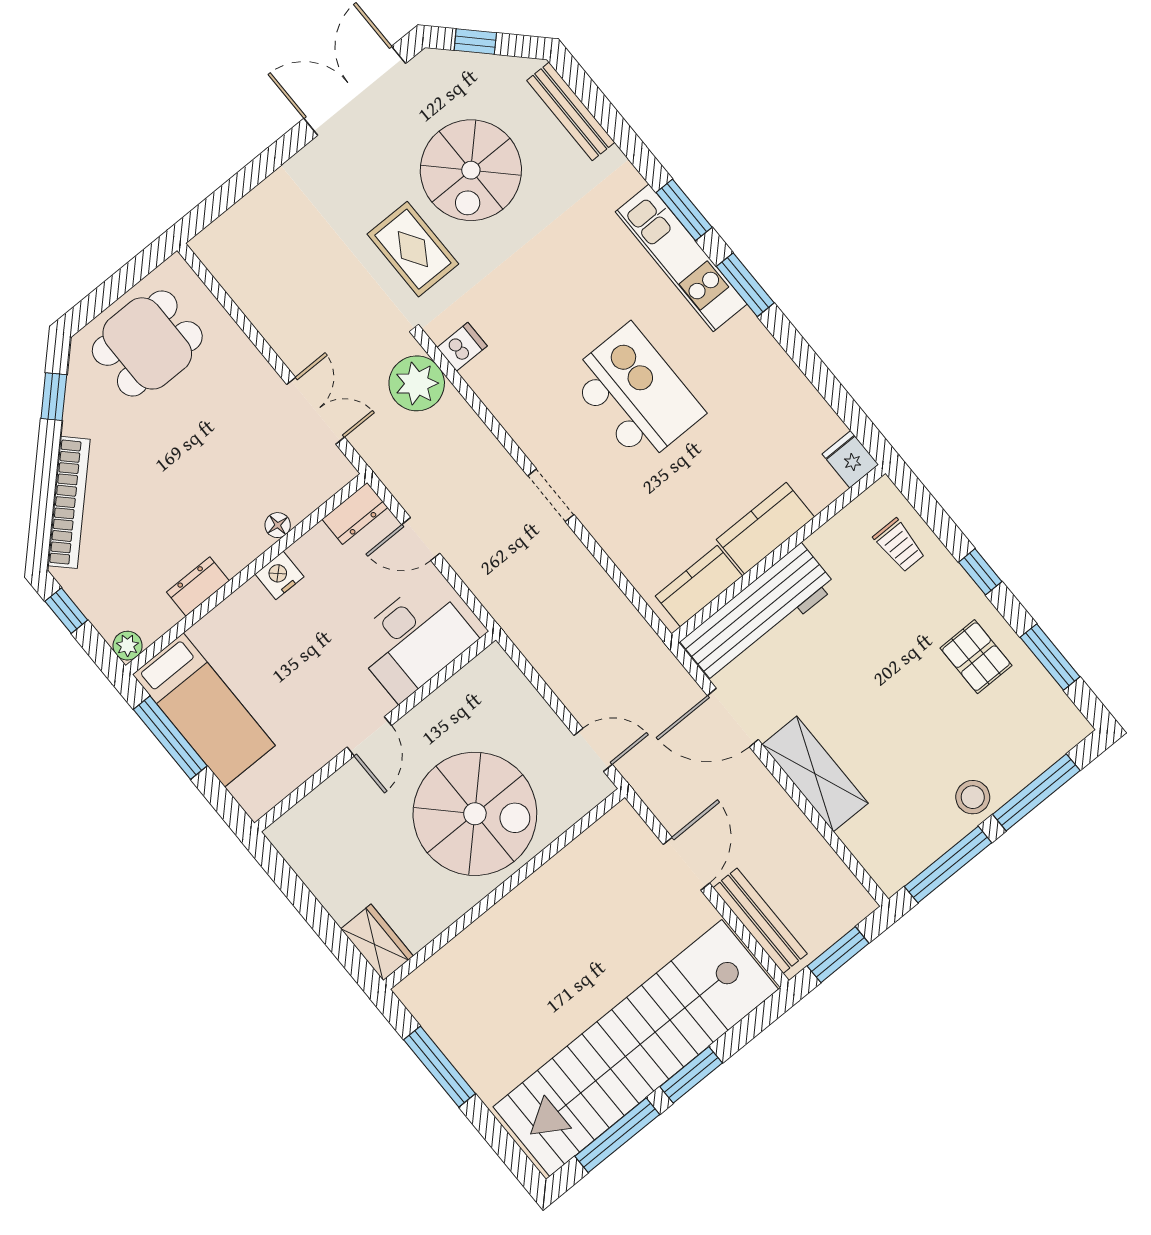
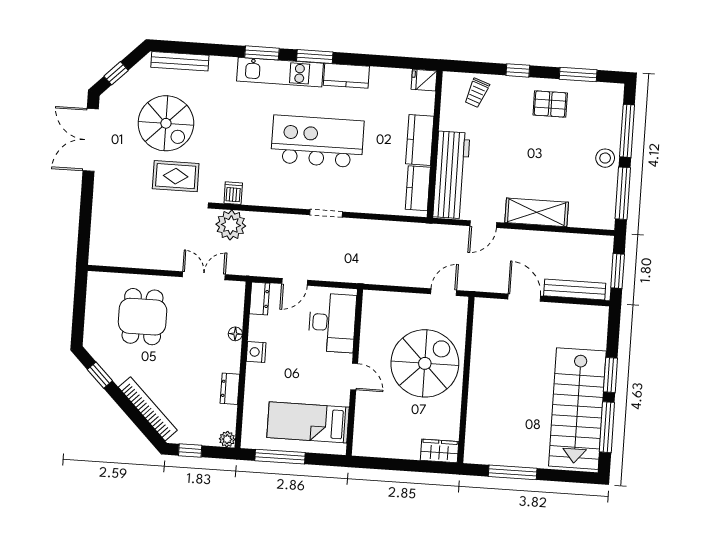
dining table: (147, 343) -> (143, 317), moved
kitchen counter: (759, 351) -> (346, 76), added
kitchen island: (636, 394) -> (317, 141), width x1.37
trolley: (899, 545) -> (477, 93), turned 110
bed: (204, 710) -> (308, 422), moved, turned 180
door: (733, 718) -> (483, 224), width x0.73
stairs: (636, 1048) -> (577, 409), width x0.73

